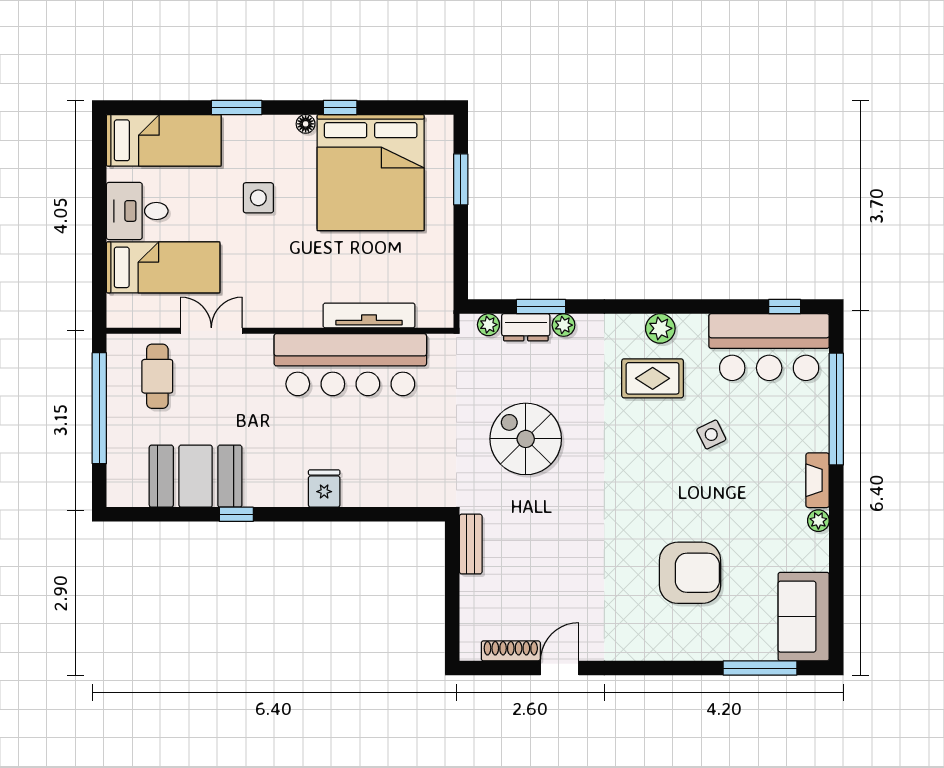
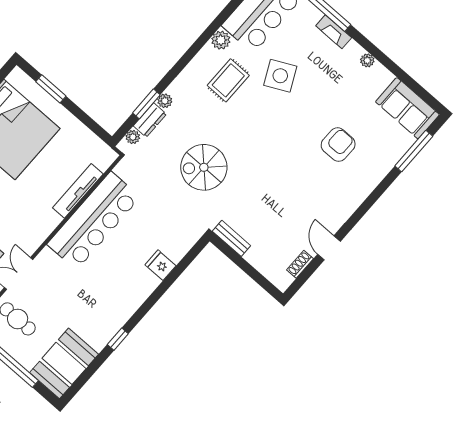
plant: (660, 328) -> (221, 40), moved
side table: (711, 435) -> (280, 76), width x1.87, depth x1.87
booth: (196, 476) -> (64, 363), moved
fireplace: (818, 480) -> (334, 32), moved
fridge: (324, 489) -> (161, 265), moved
armchair: (690, 573) -> (338, 145), width x0.73, depth x0.73
shoe rack: (511, 651) -> (300, 264), width x0.70

